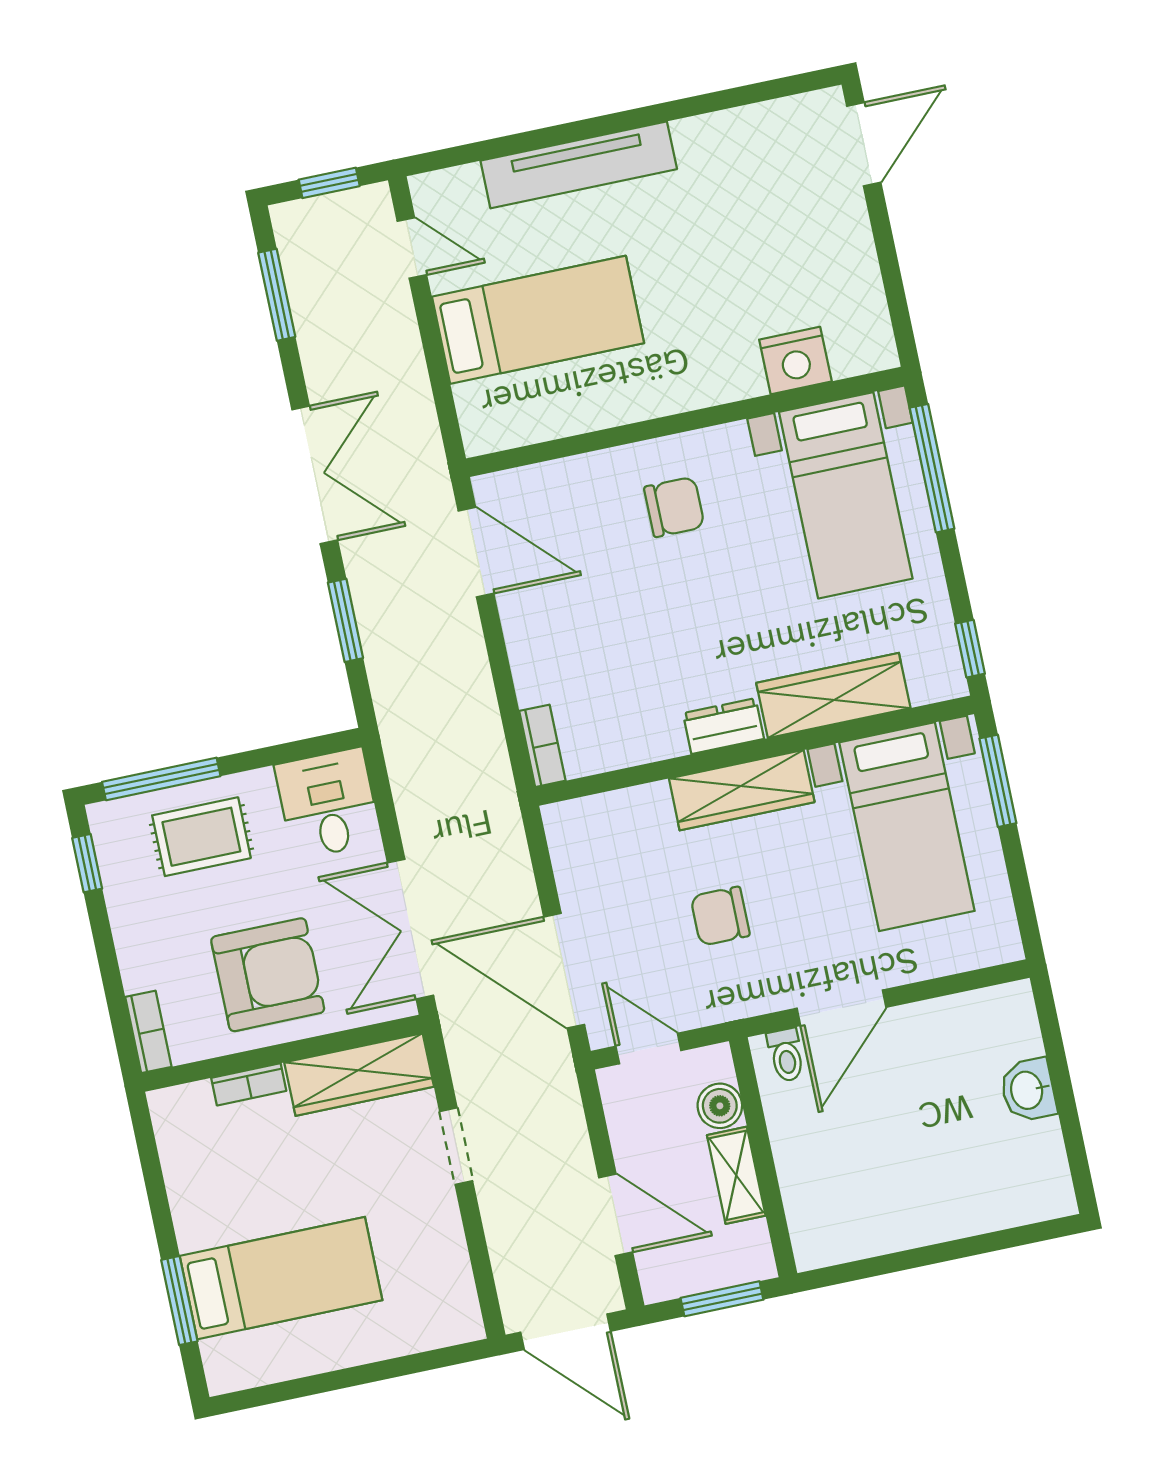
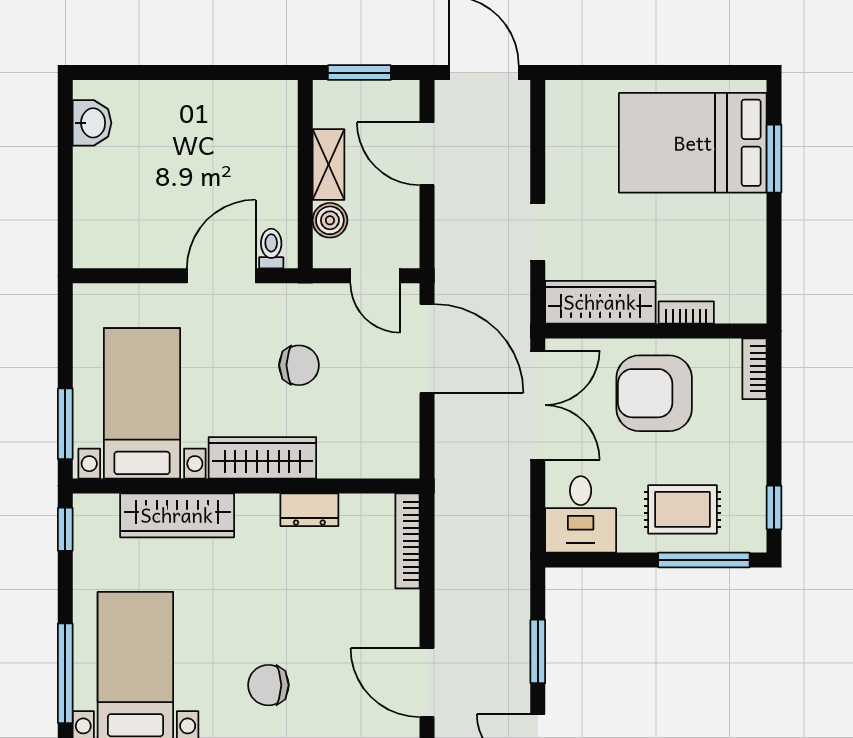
dresser: (723, 726) -> (309, 510), moved
bookcase: (542, 746) -> (407, 541), width x1.56
washbasin: (1028, 1090) -> (92, 123), moved
bed: (281, 1278) -> (693, 143), width x1.50

